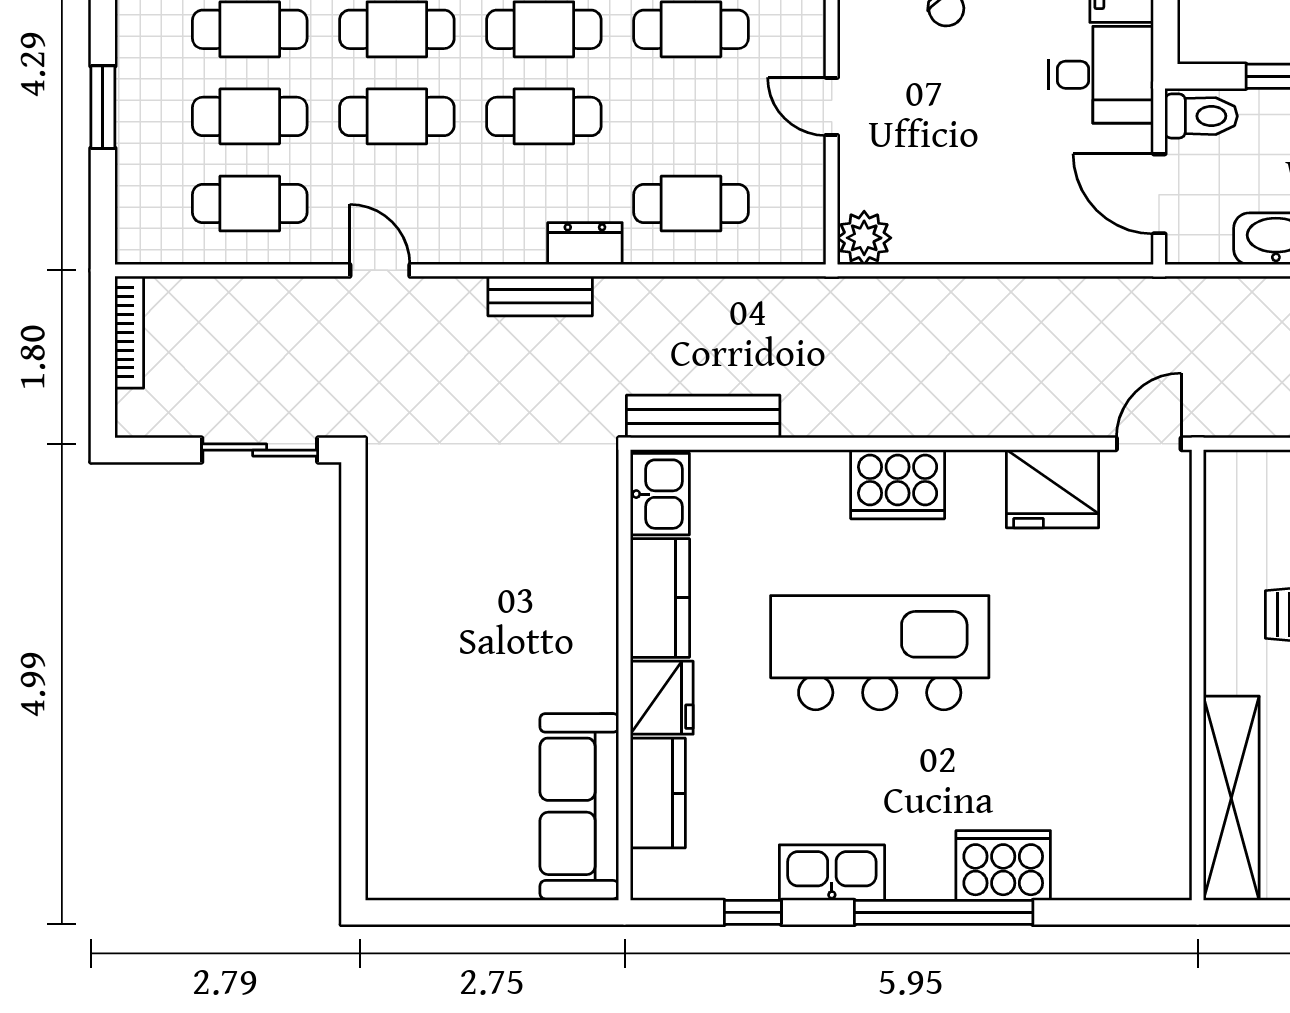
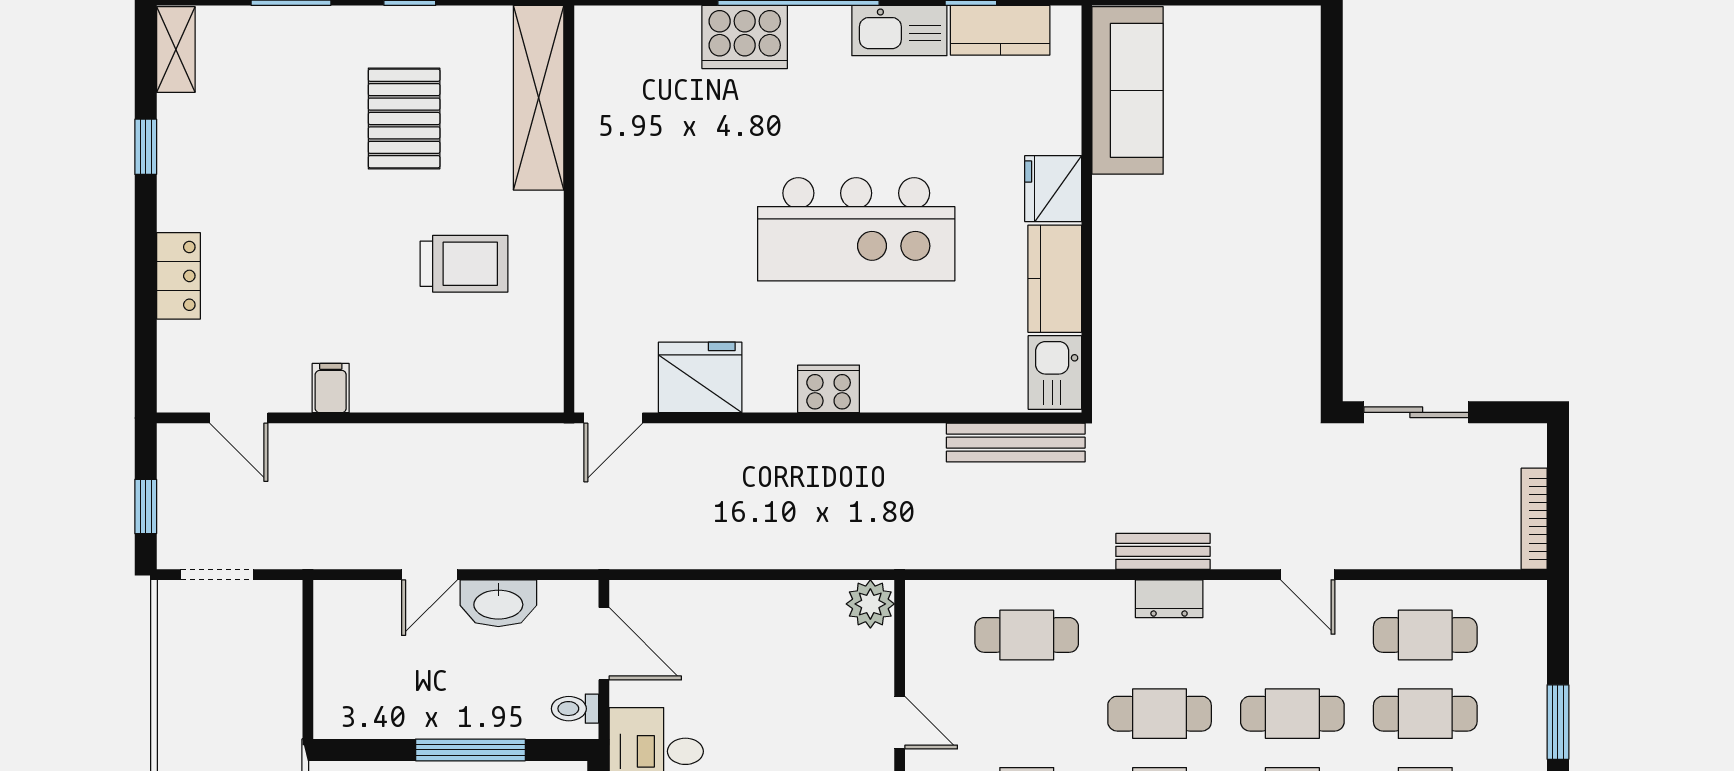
toilet: (1201, 116) -> (575, 709), width x0.73, depth x0.72
dresser: (585, 244) -> (1169, 599), moved
cooker: (898, 484) -> (829, 389), width x0.73, depth x0.76
kitchen counter: (658, 793) -> (1000, 30), moved, turned -90

